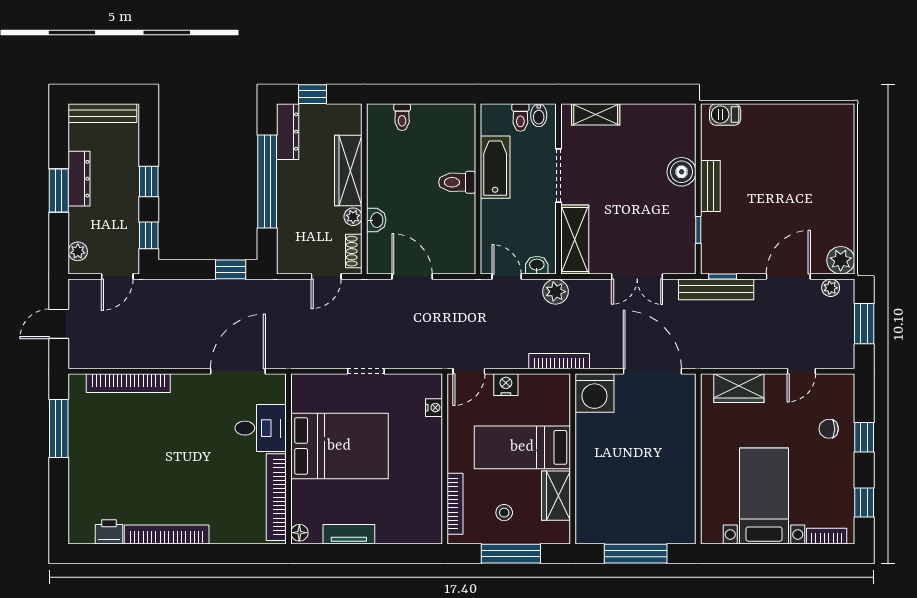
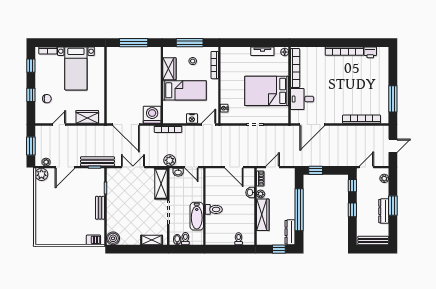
boiler: (682, 172) -> (113, 238), moved

